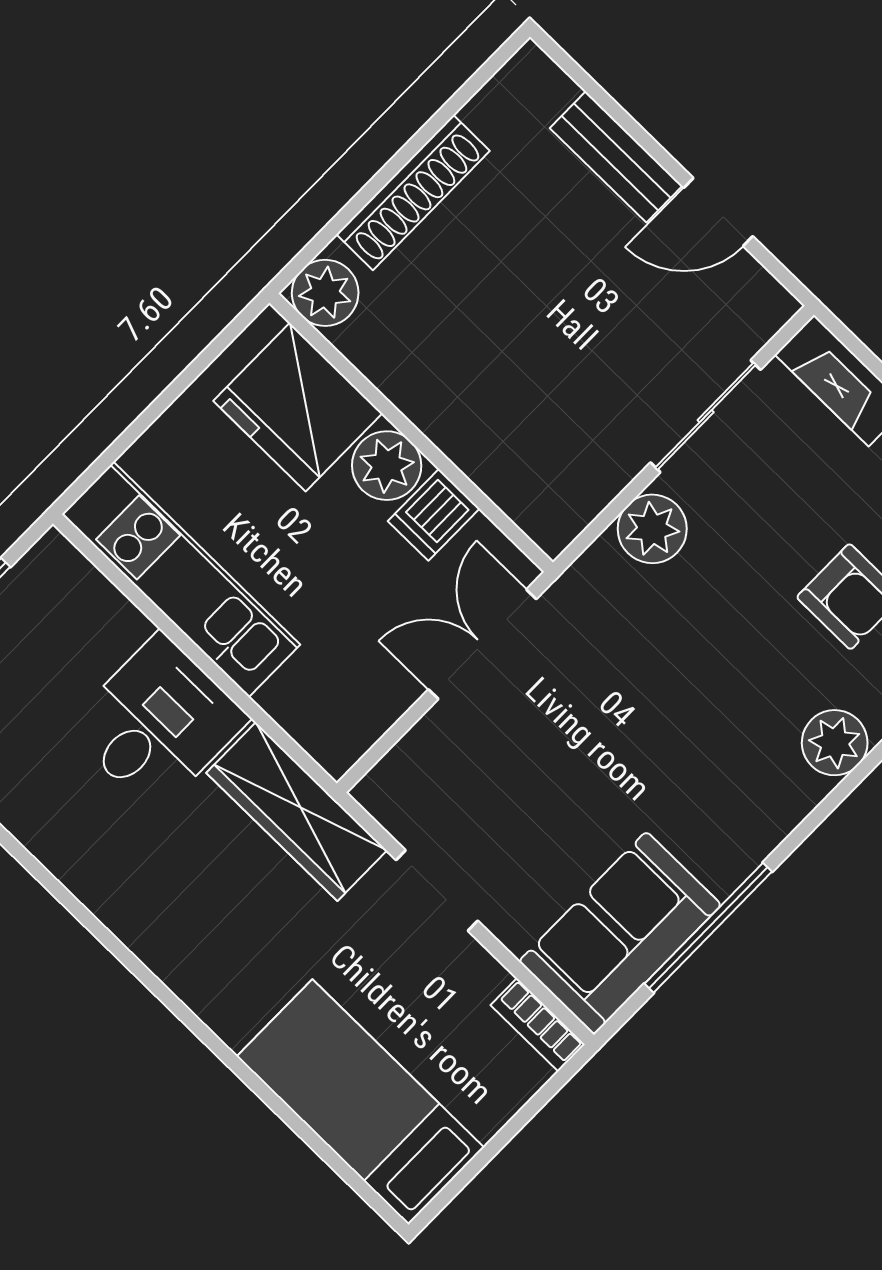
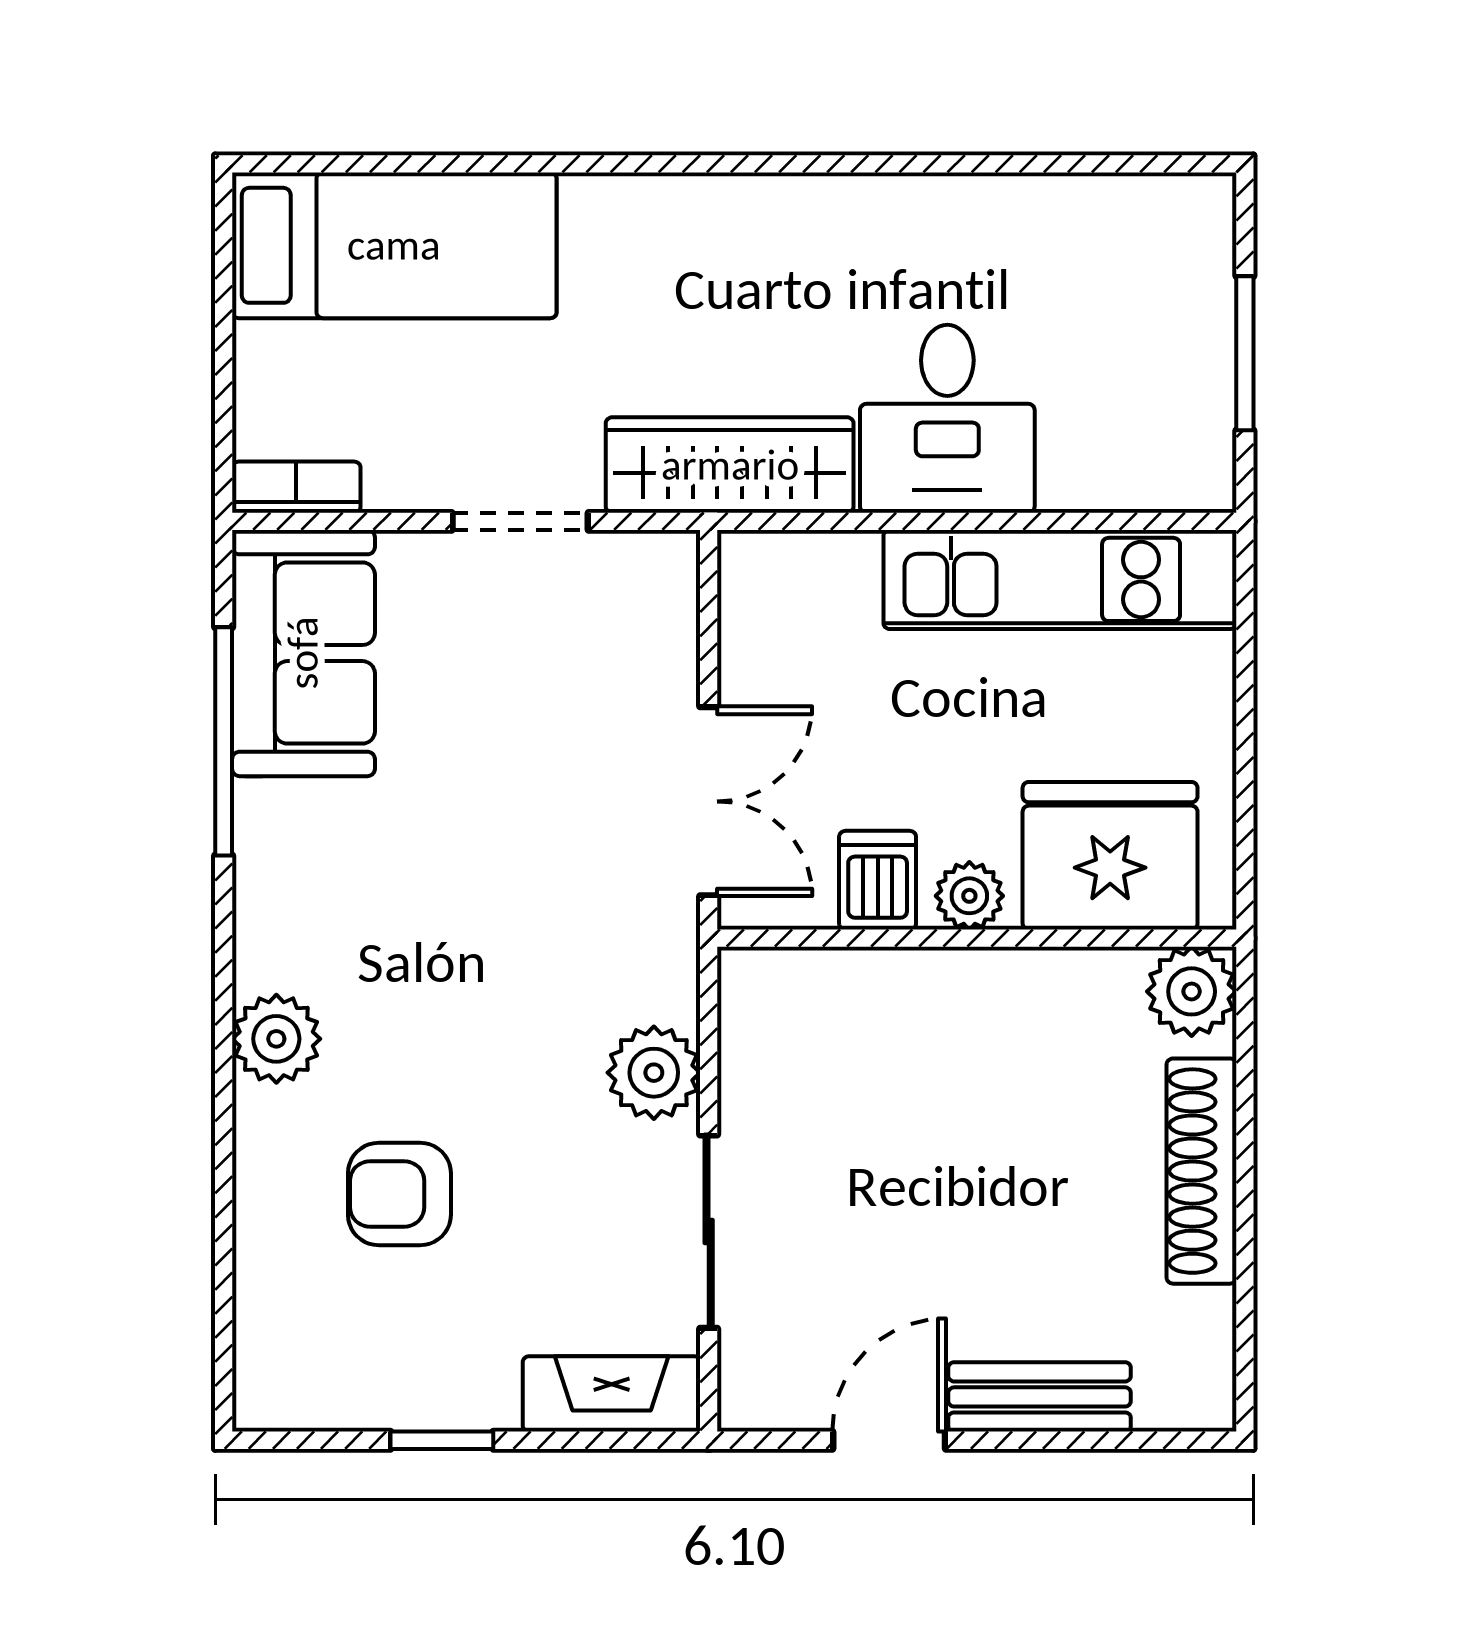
plant: (387, 466) -> (969, 896), width x0.73, depth x0.73

